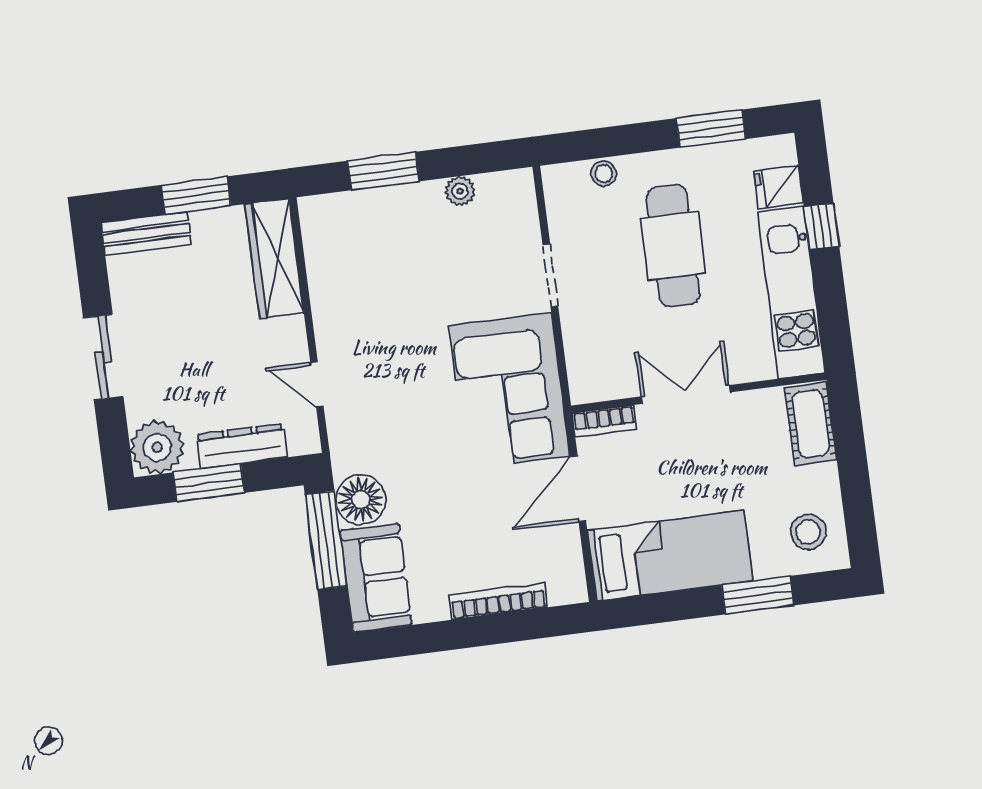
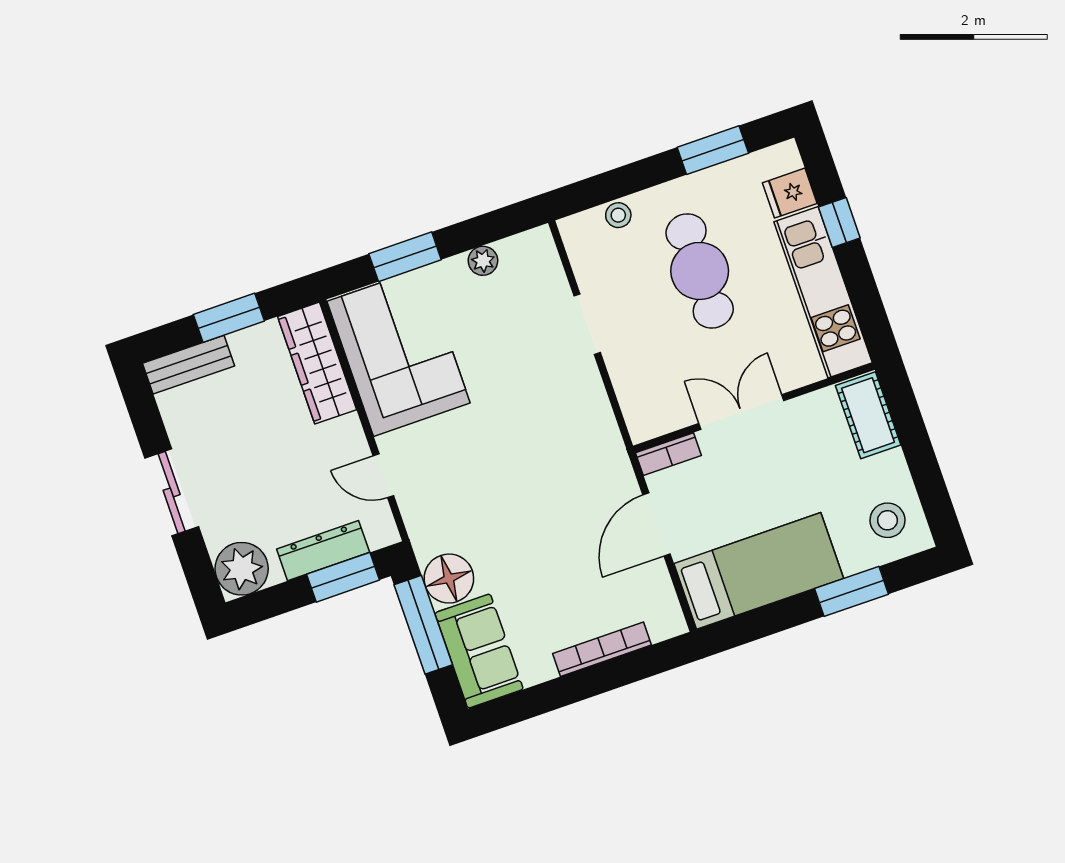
corner sofa: (509, 391) -> (398, 352), moved, turned 180
window: (209, 483) -> (343, 577), moved

